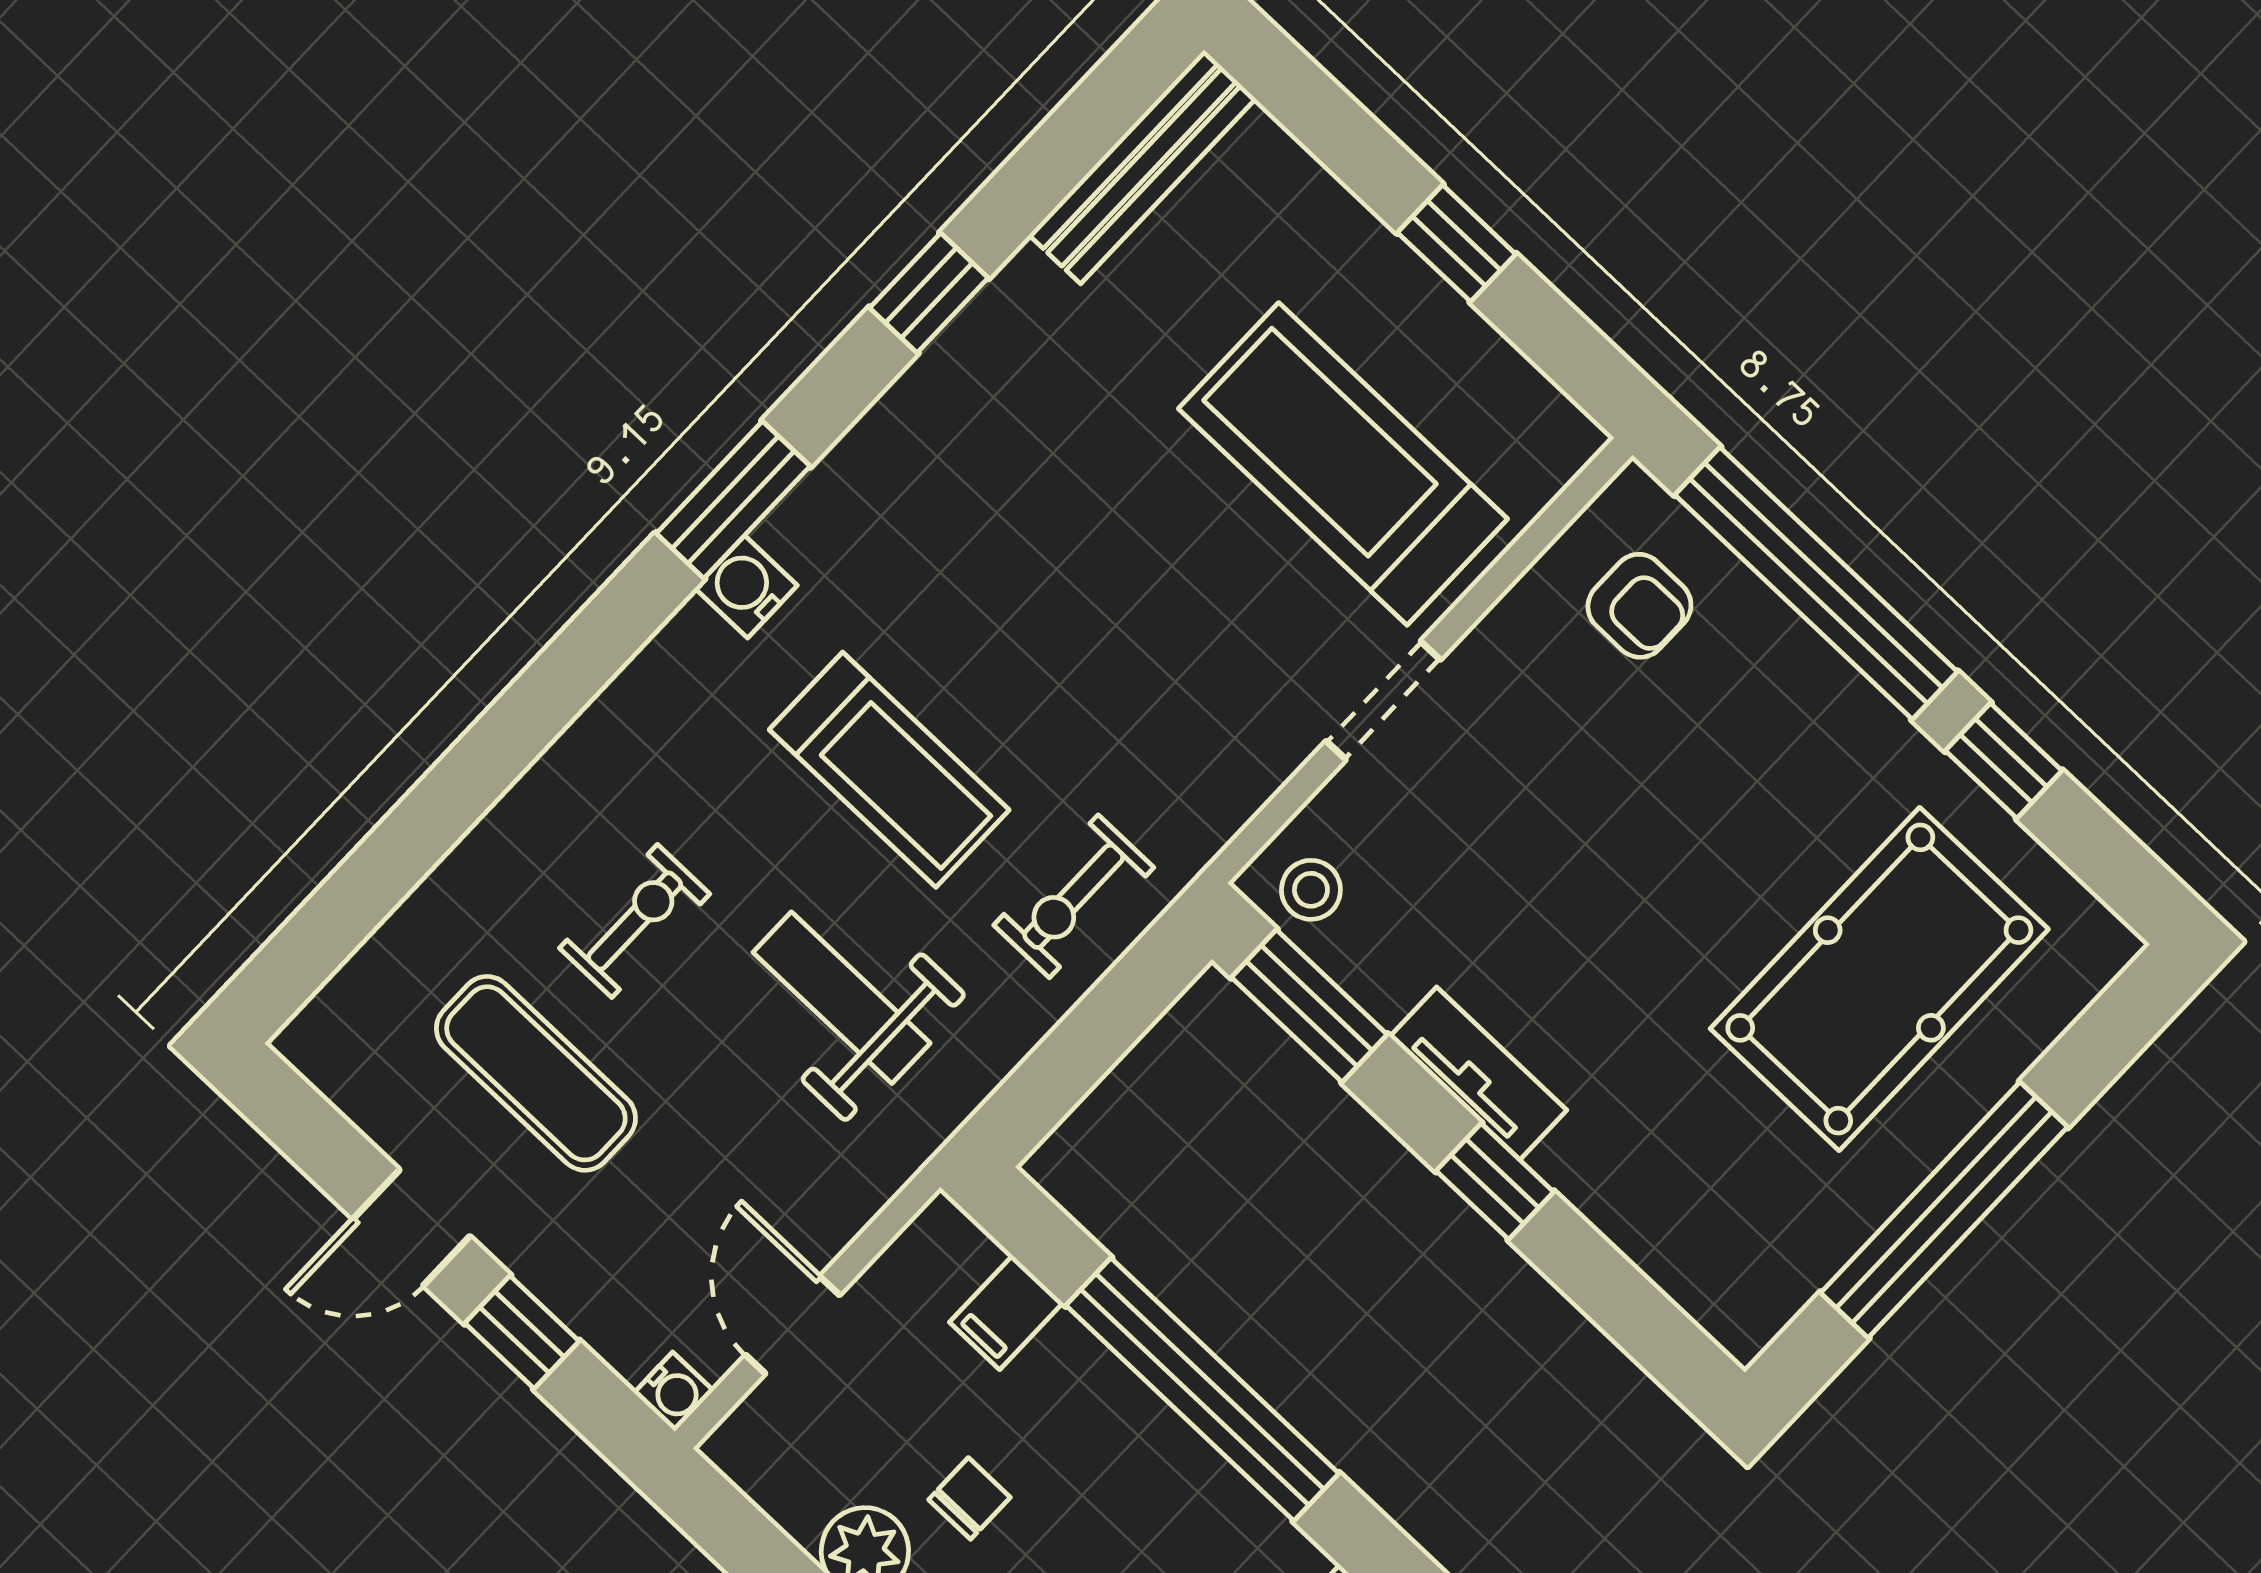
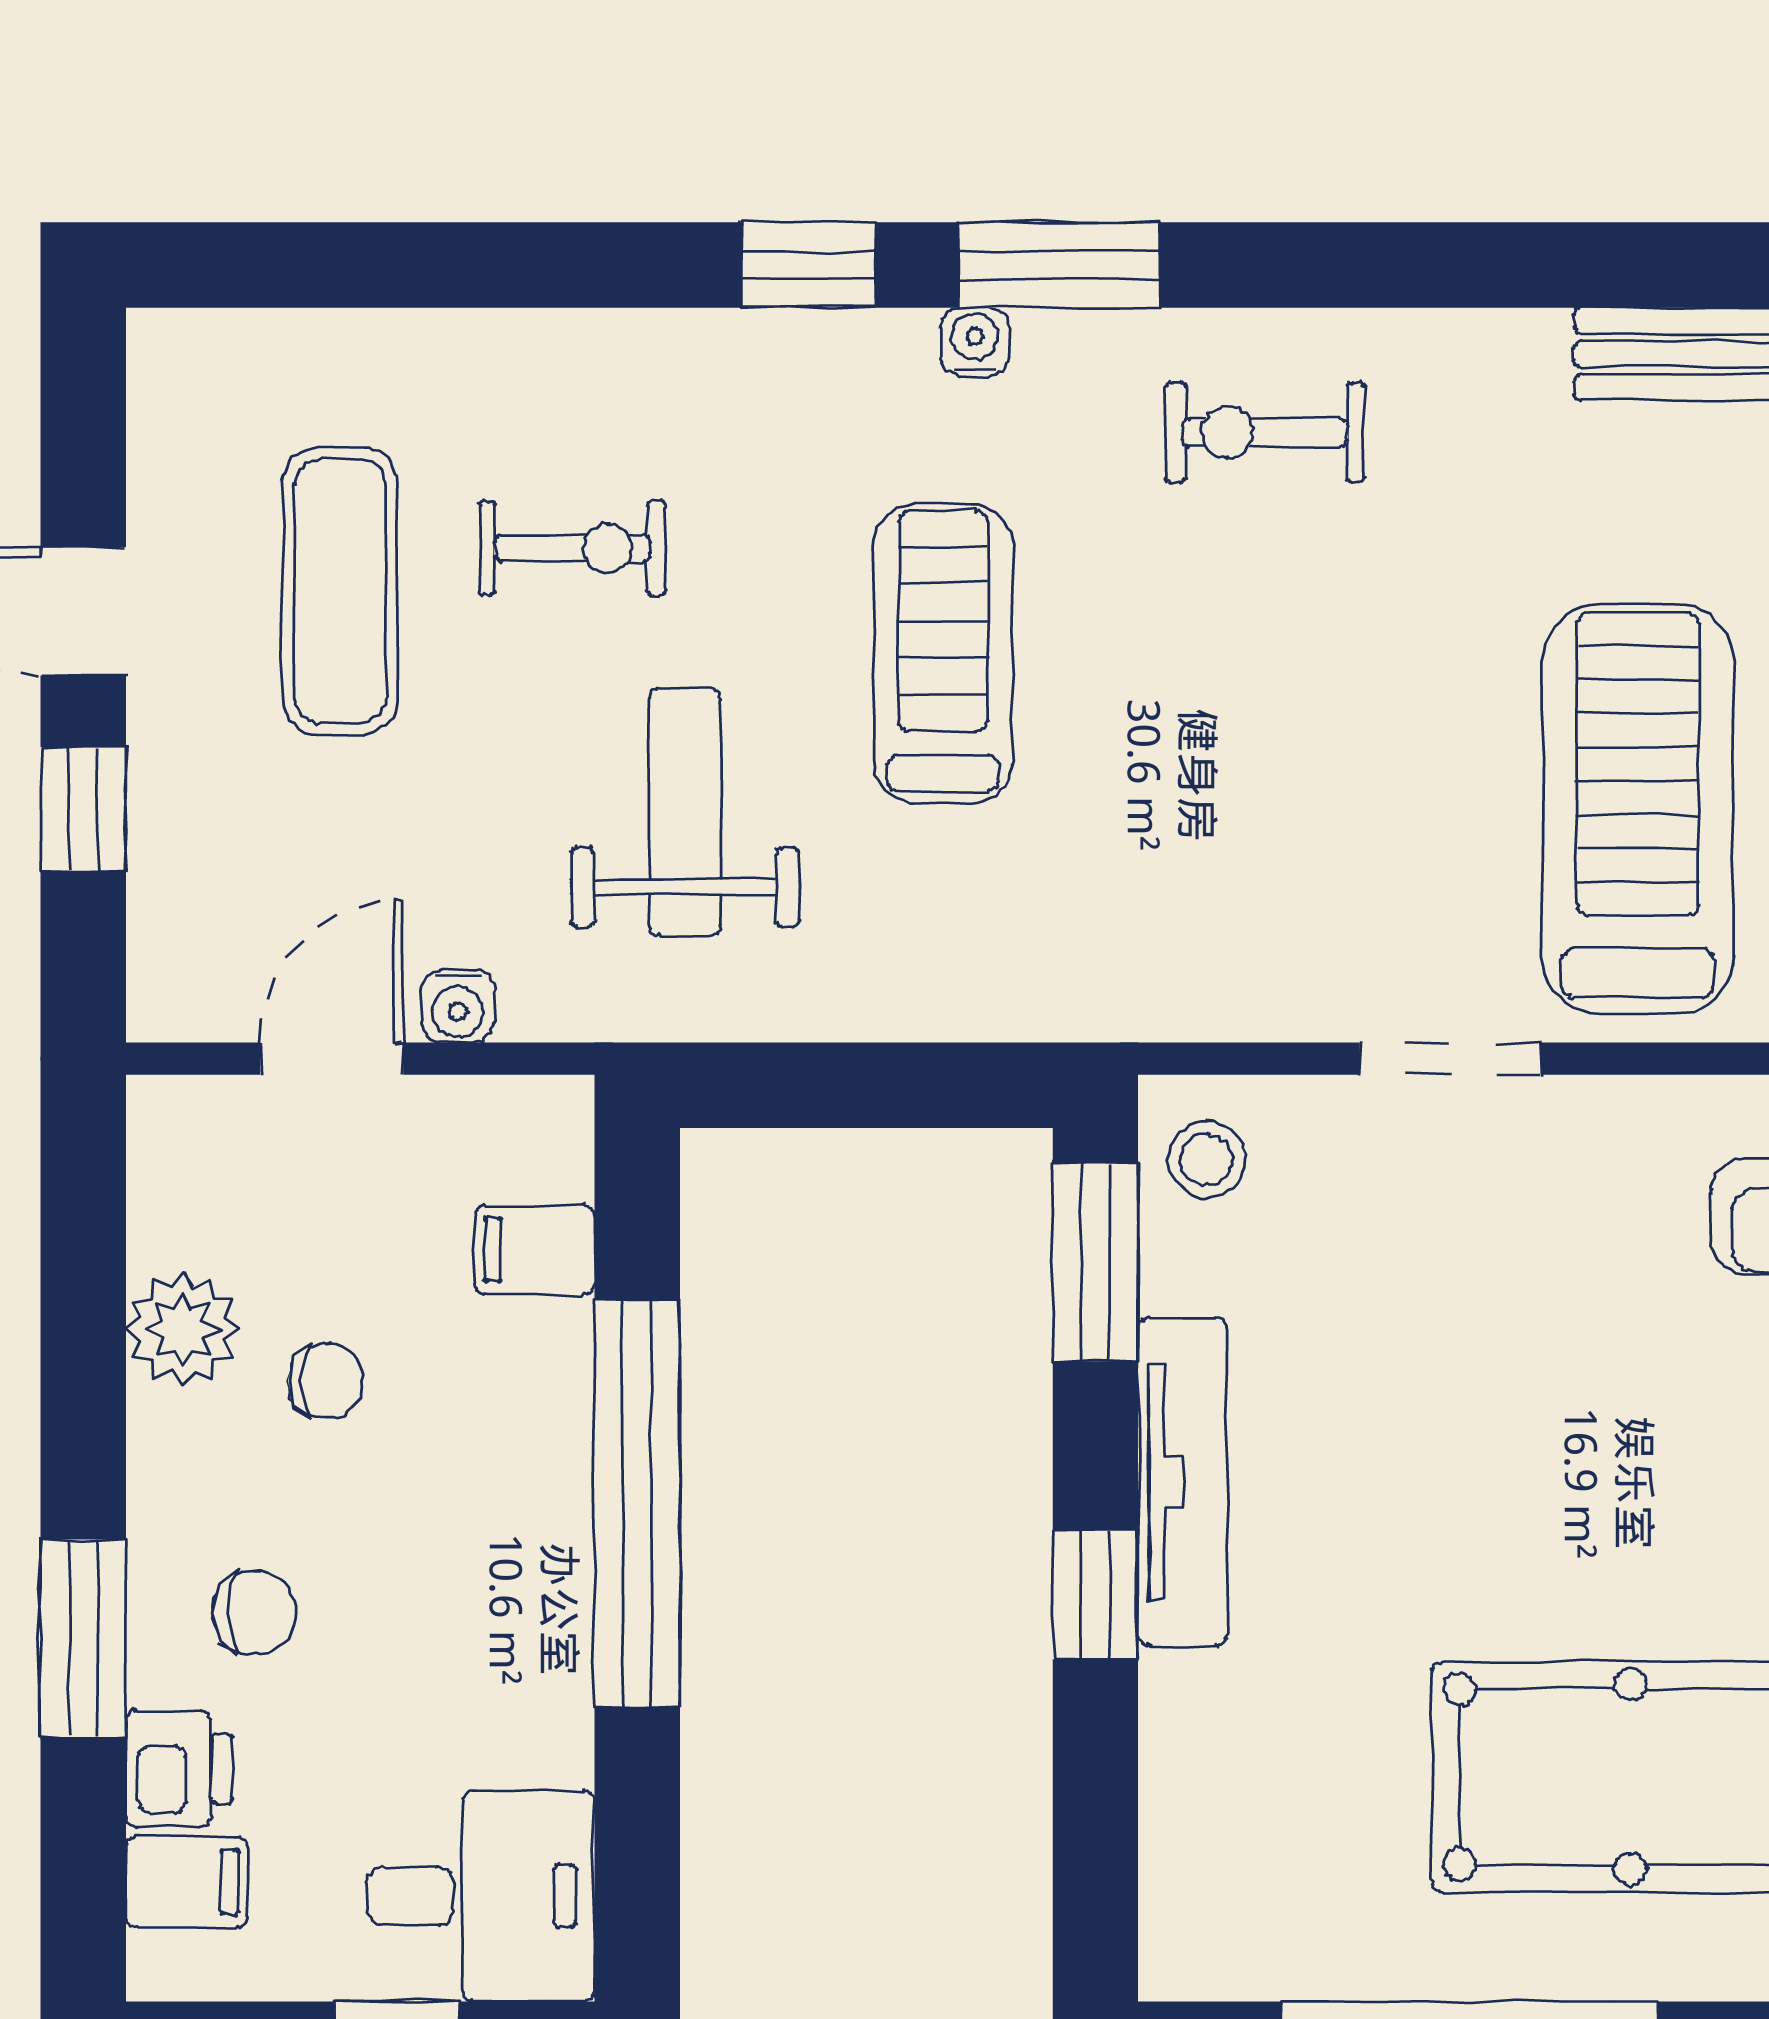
window: (929, 293) -> (809, 265), moved
water cooler: (746, 587) -> (975, 342), width x0.72, depth x0.72
treadmill: (889, 770) -> (943, 654), turned 180
exercise bike: (1074, 896) -> (1265, 432), moved
tv unit: (1478, 1073) -> (1183, 1482), width x1.41
water cooler: (674, 1392) -> (458, 1006), moved

